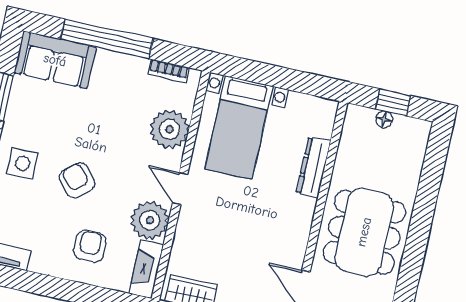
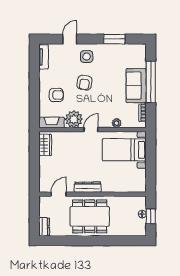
sofa: (55, 60) -> (136, 86), moved
plant: (170, 129) -> (117, 123), width x0.53, depth x0.53
dresser: (313, 167) -> (88, 187), moved
armchair: (77, 180) -> (84, 83), turned 140

